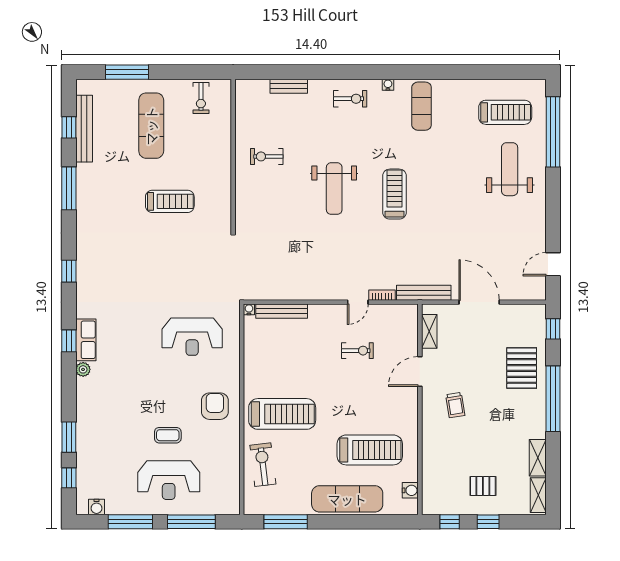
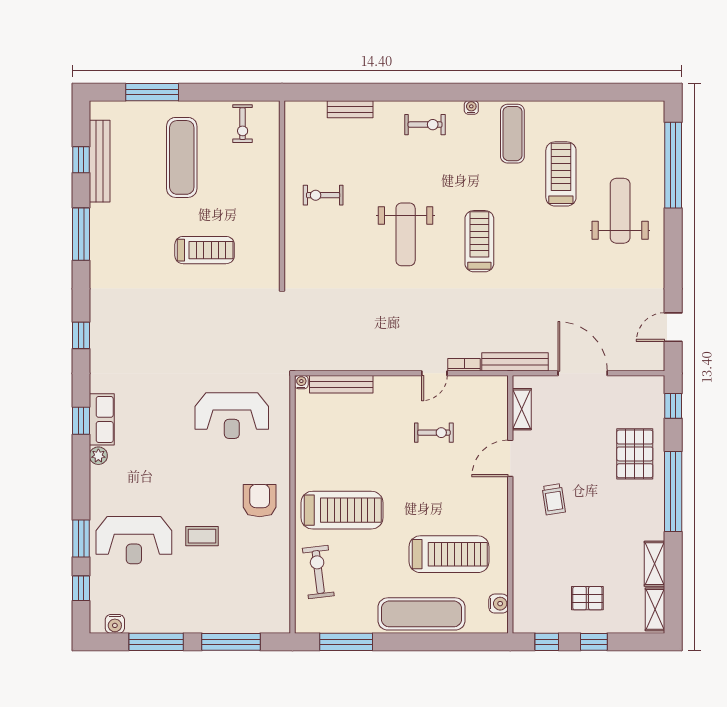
treadmill: (505, 112) -> (561, 174), moved, turned -90
reception desk: (169, 480) -> (134, 540), moved

